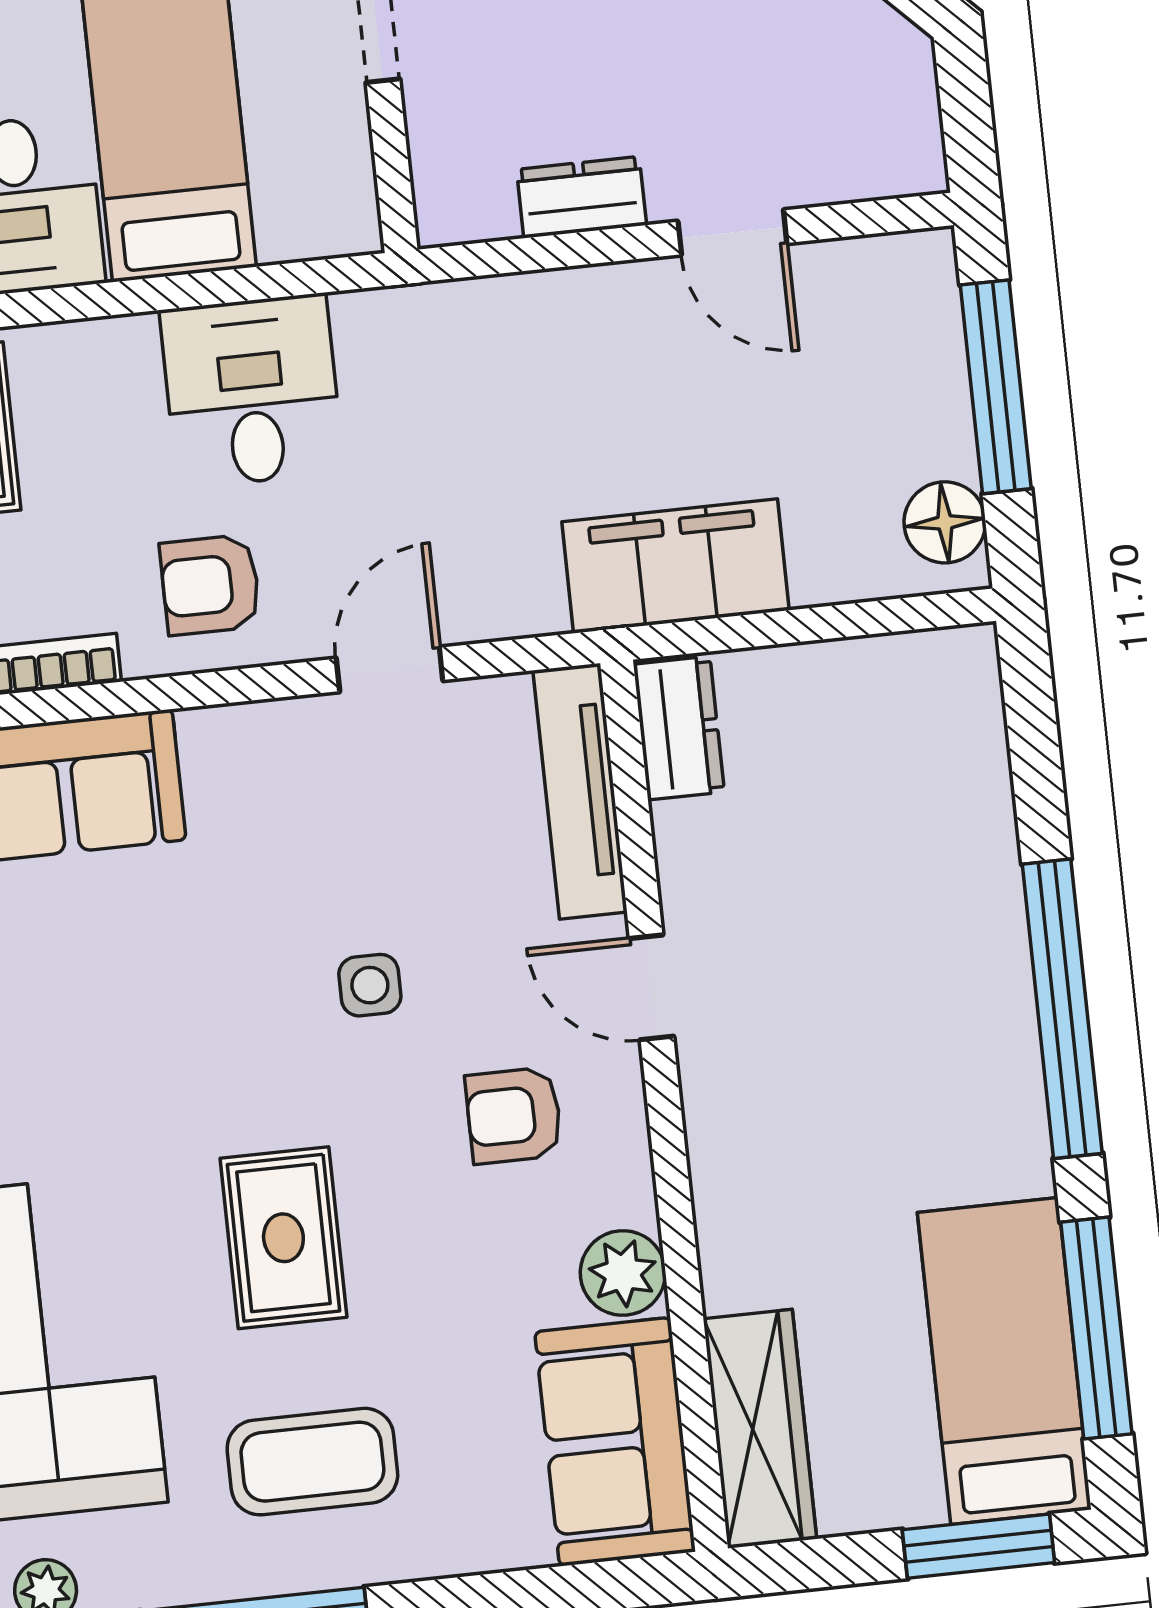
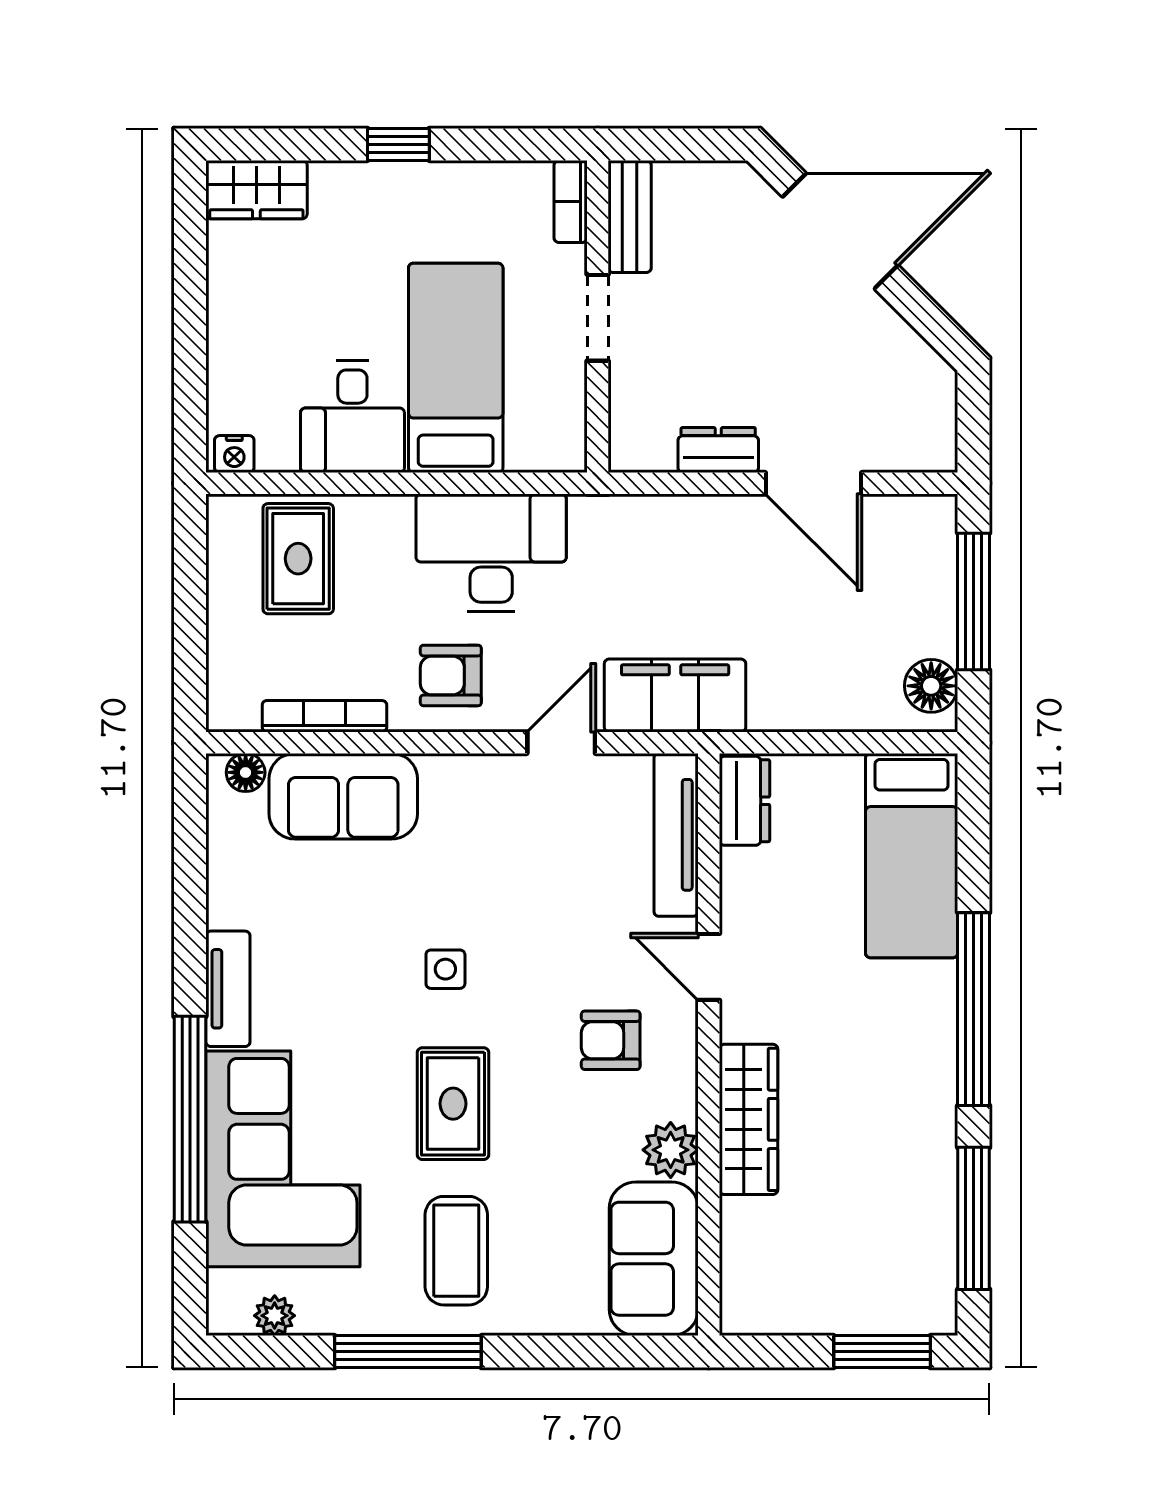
door: (732, 232) -> (814, 483), width x1.38
desk: (252, 391) -> (491, 553), width x1.37
filing cabinet: (675, 566) -> (675, 695), moved
side table: (370, 985) -> (445, 969), moved
bed: (1004, 1361) -> (912, 856), moved, turned 180
wardrobe: (760, 1429) -> (748, 1119), moved
coffee table: (312, 1462) -> (456, 1251), turned 90

